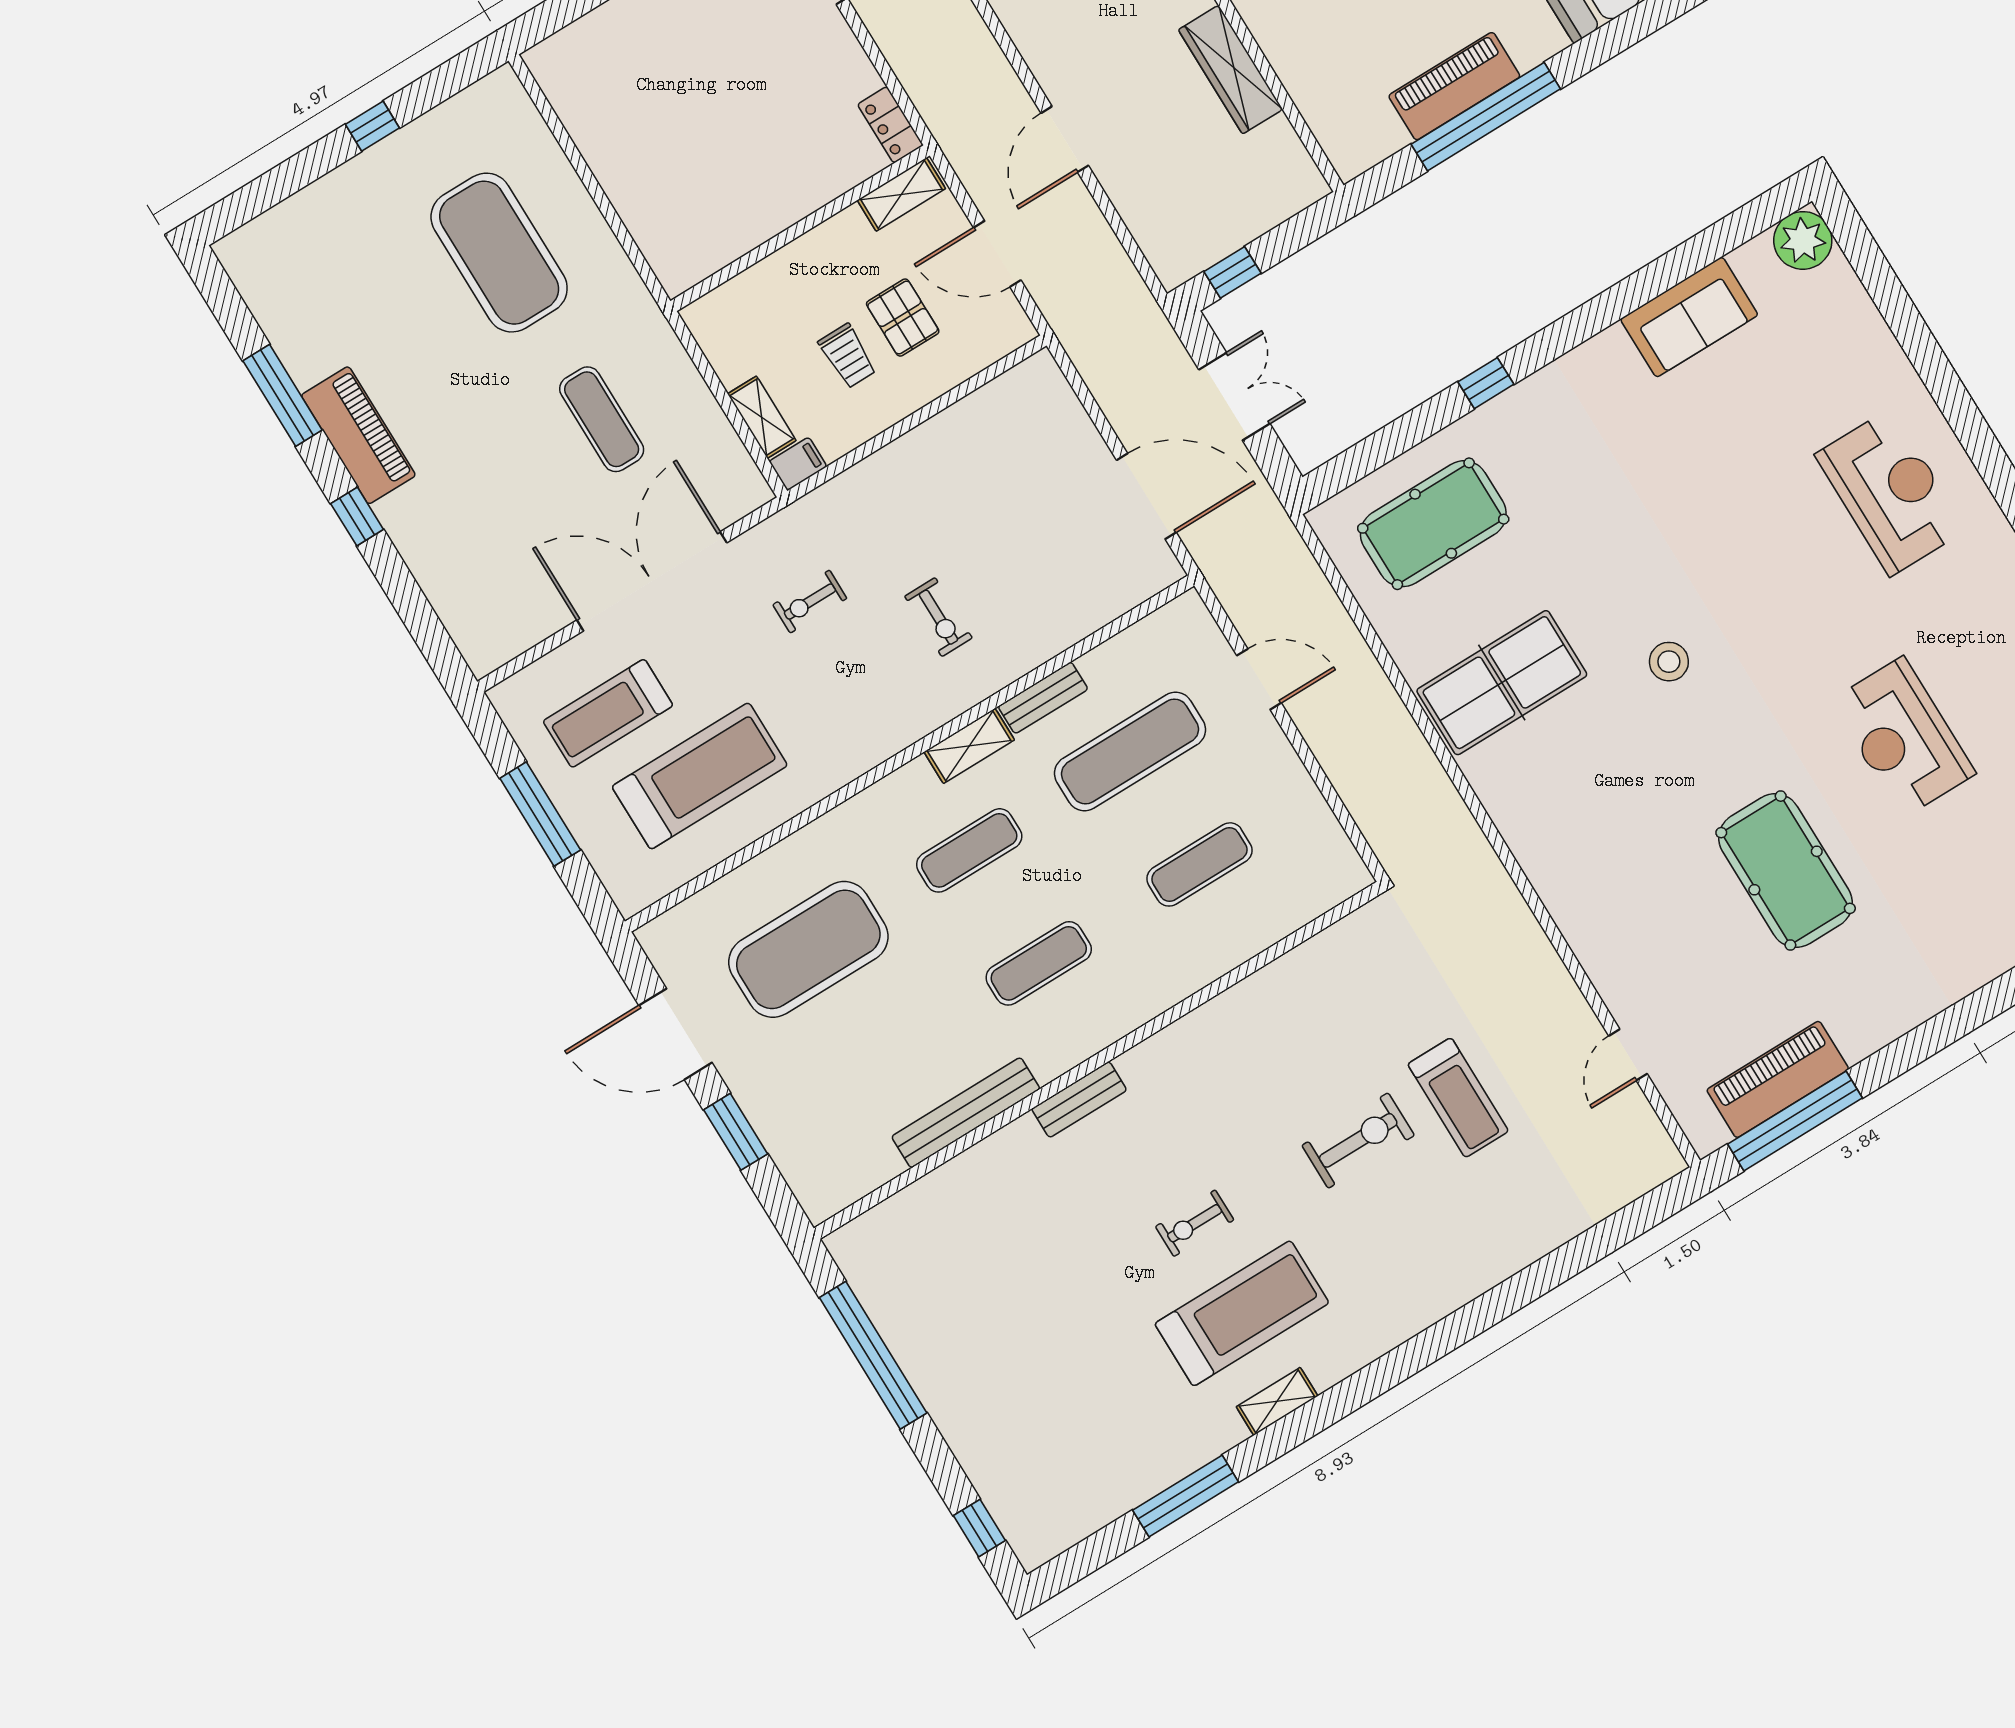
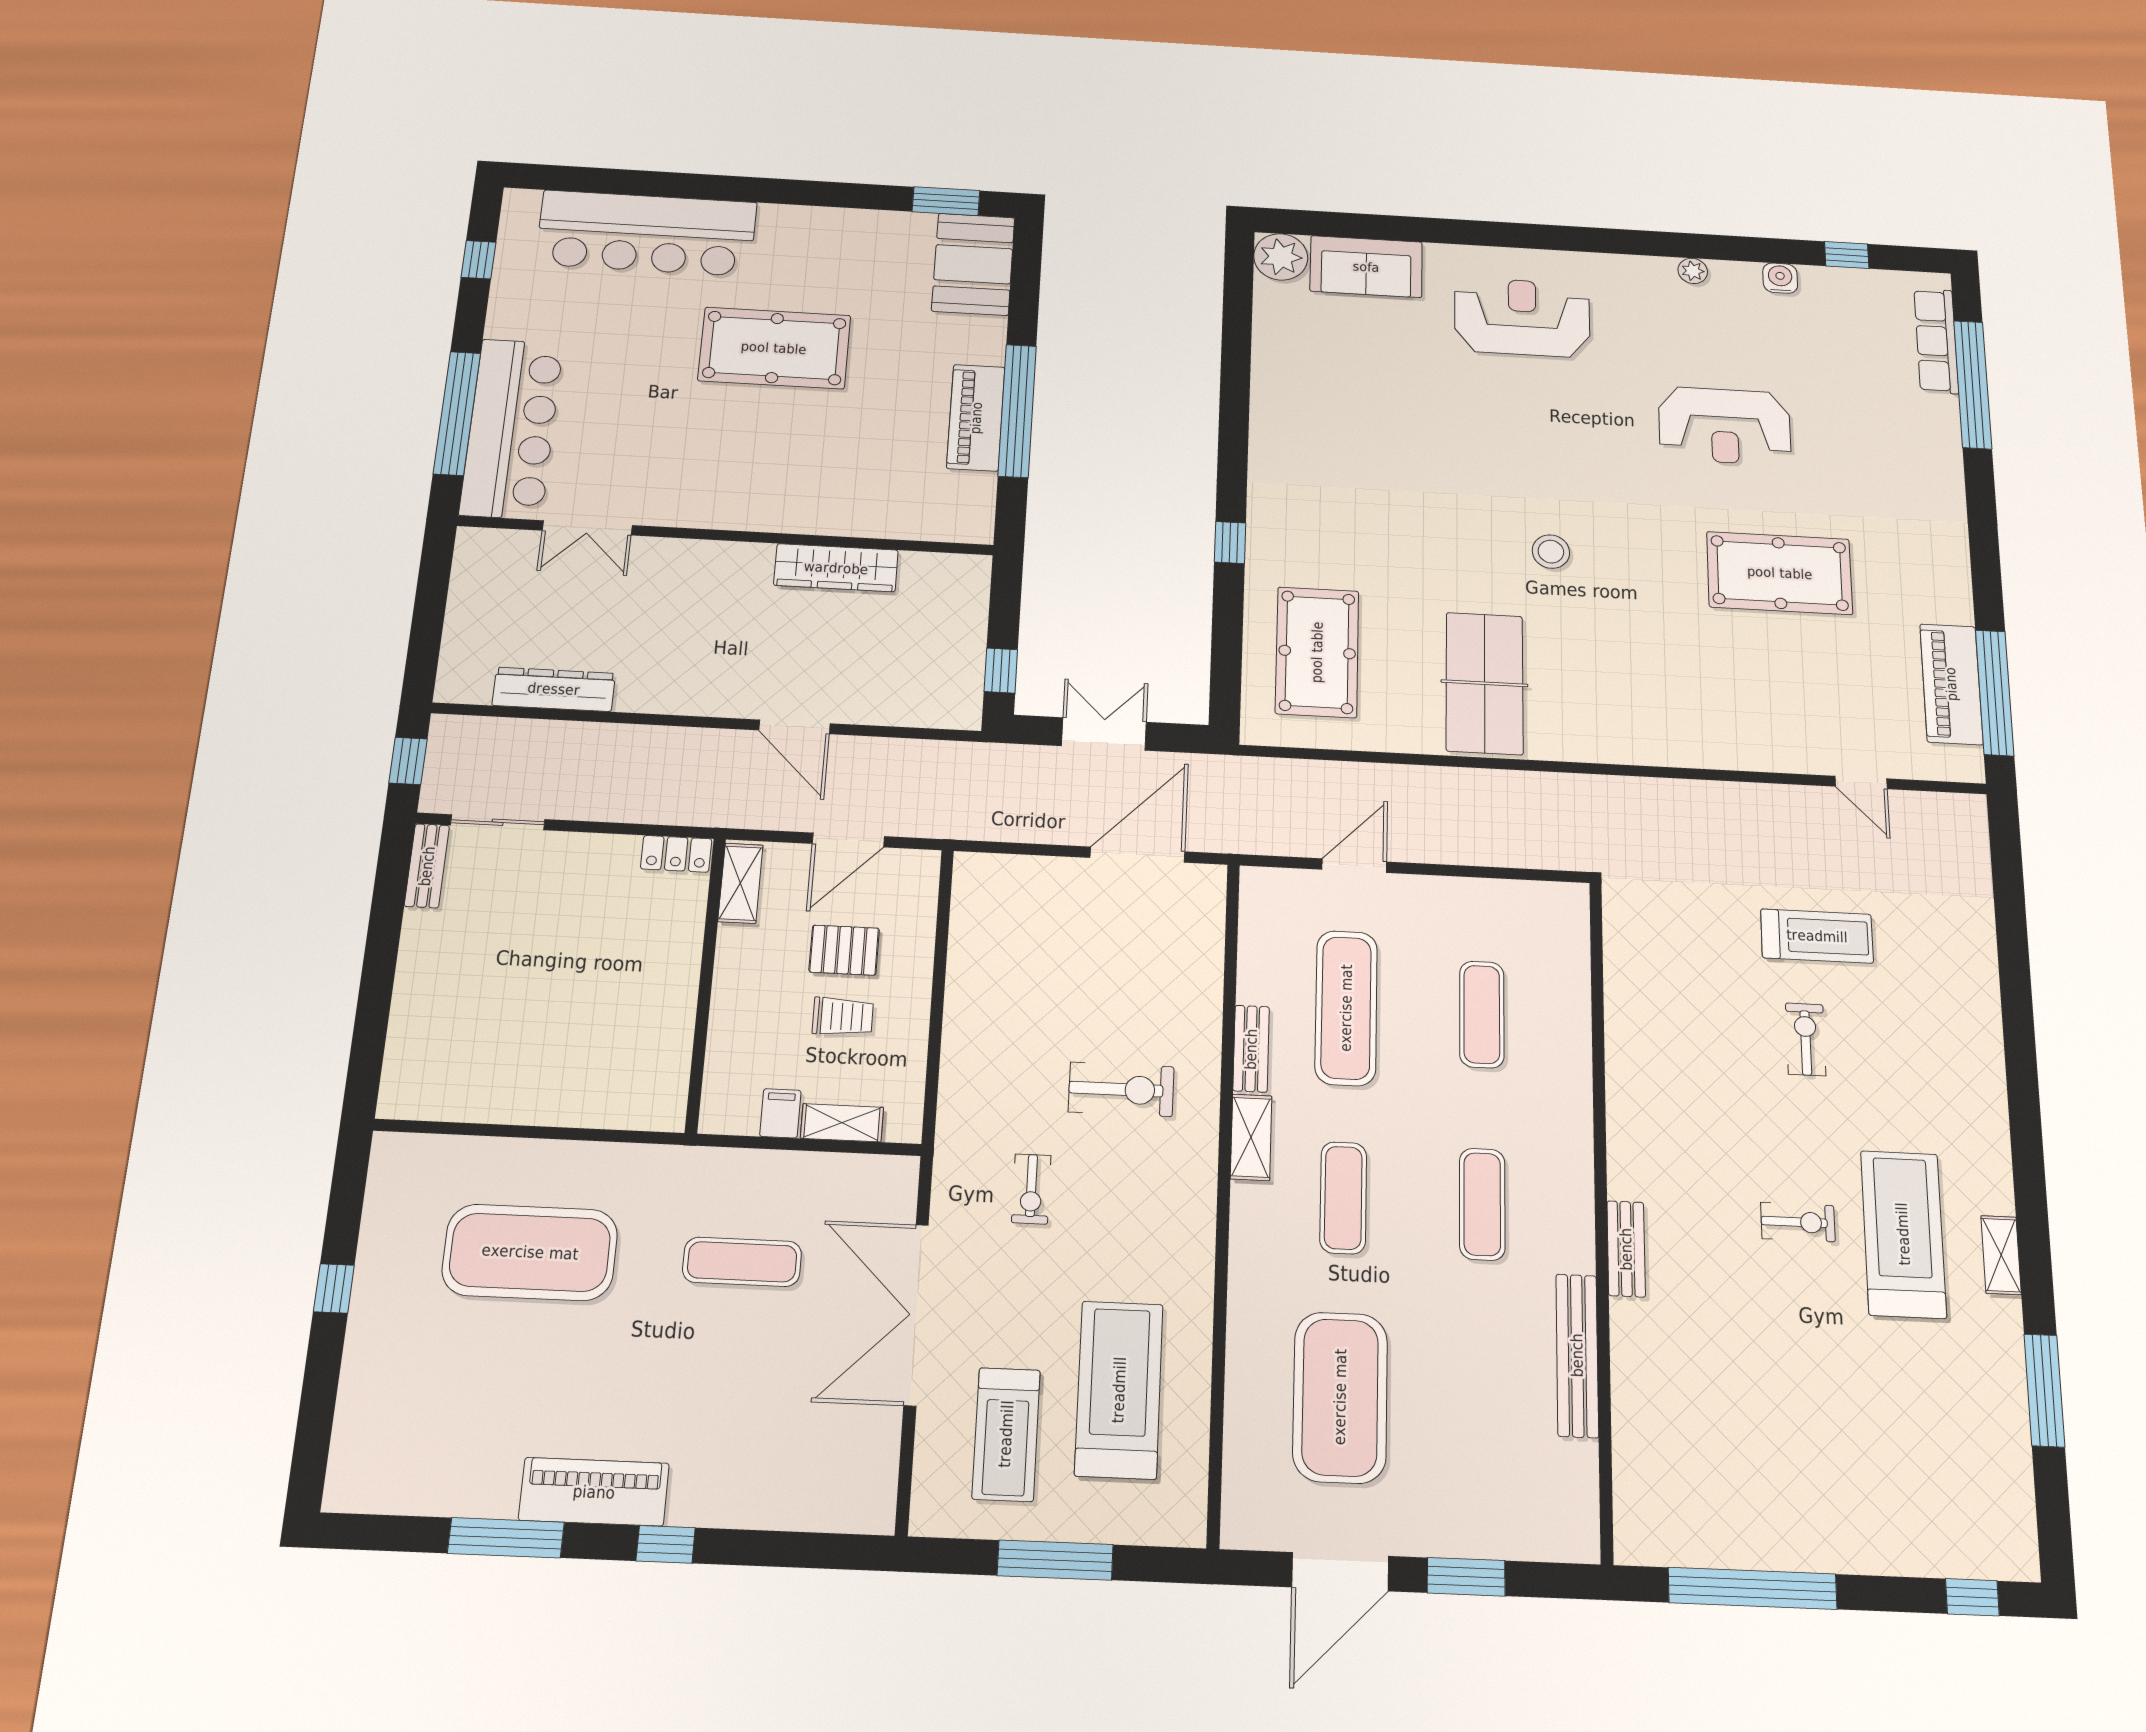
sofa: (1689, 317) -> (1366, 267), moved, turned 90
filing cabinet: (798, 464) -> (780, 1113), moved
exercise bike: (938, 617) -> (1121, 1089), width x1.38, depth x1.39
exercise bike: (1358, 1140) -> (1806, 1039), width x0.73, depth x0.72
exercise bike: (1195, 1223) -> (1798, 1222), turned -90

